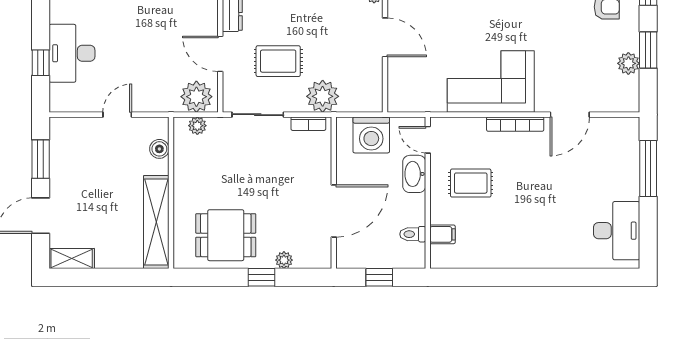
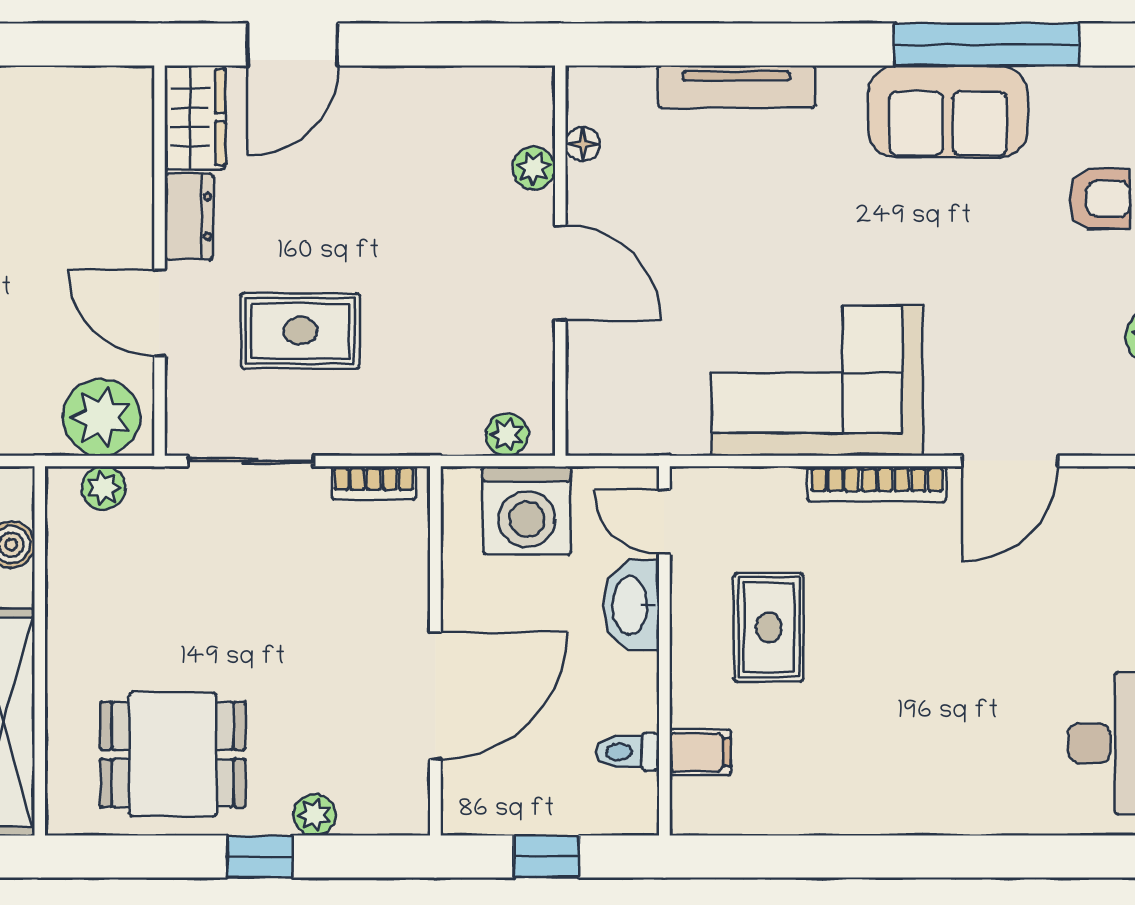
plant: (323, 96) -> (507, 435), moved, width x0.53, depth x0.53
rug: (471, 183) -> (769, 627), turned 90

